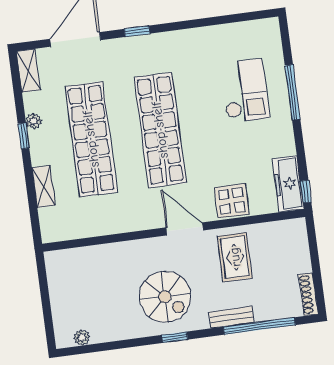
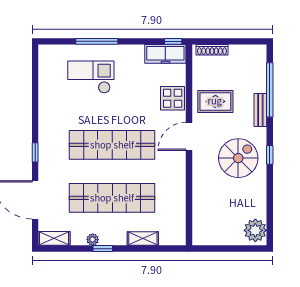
shoe rack: (308, 294) -> (212, 50), moved
plant: (82, 338) -> (255, 230), width x1.87, depth x1.87

